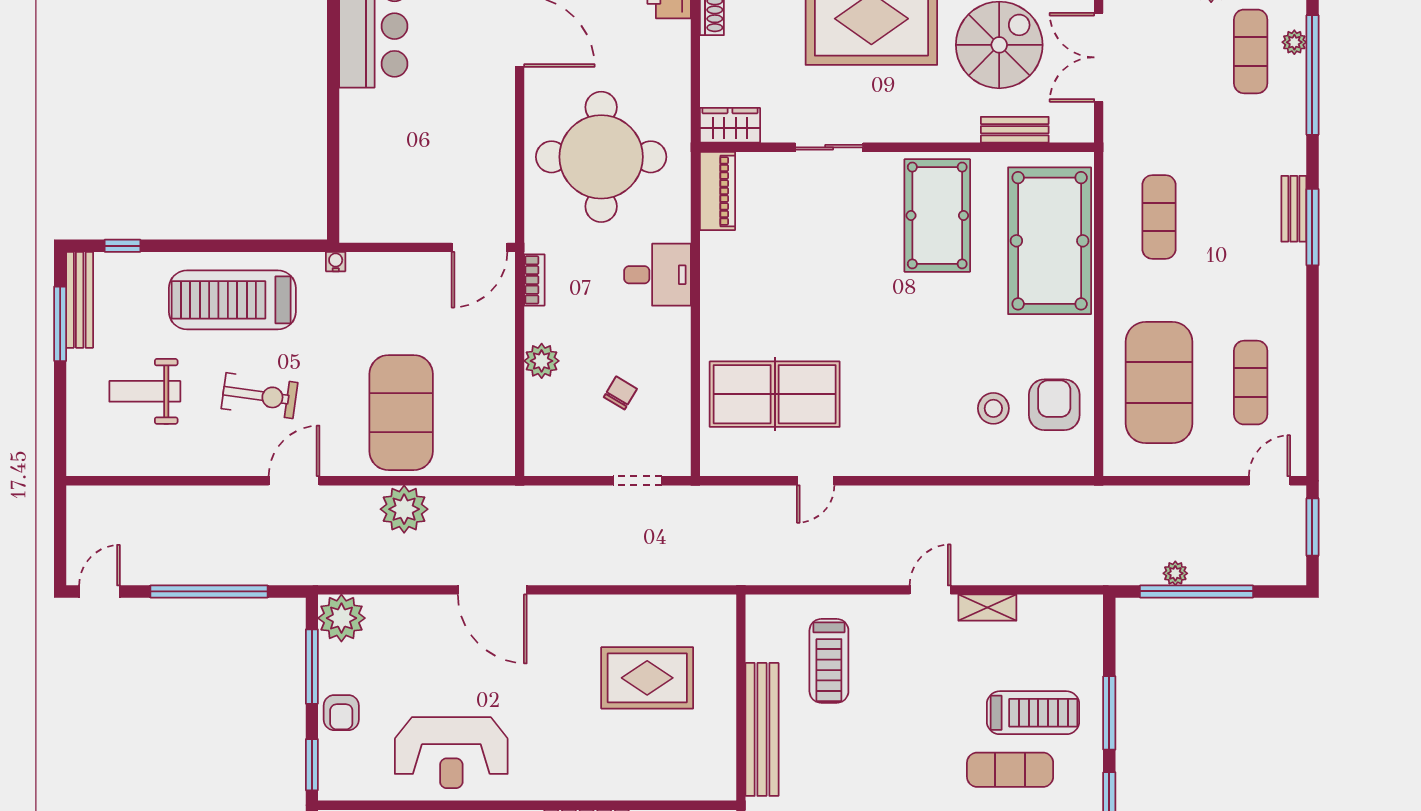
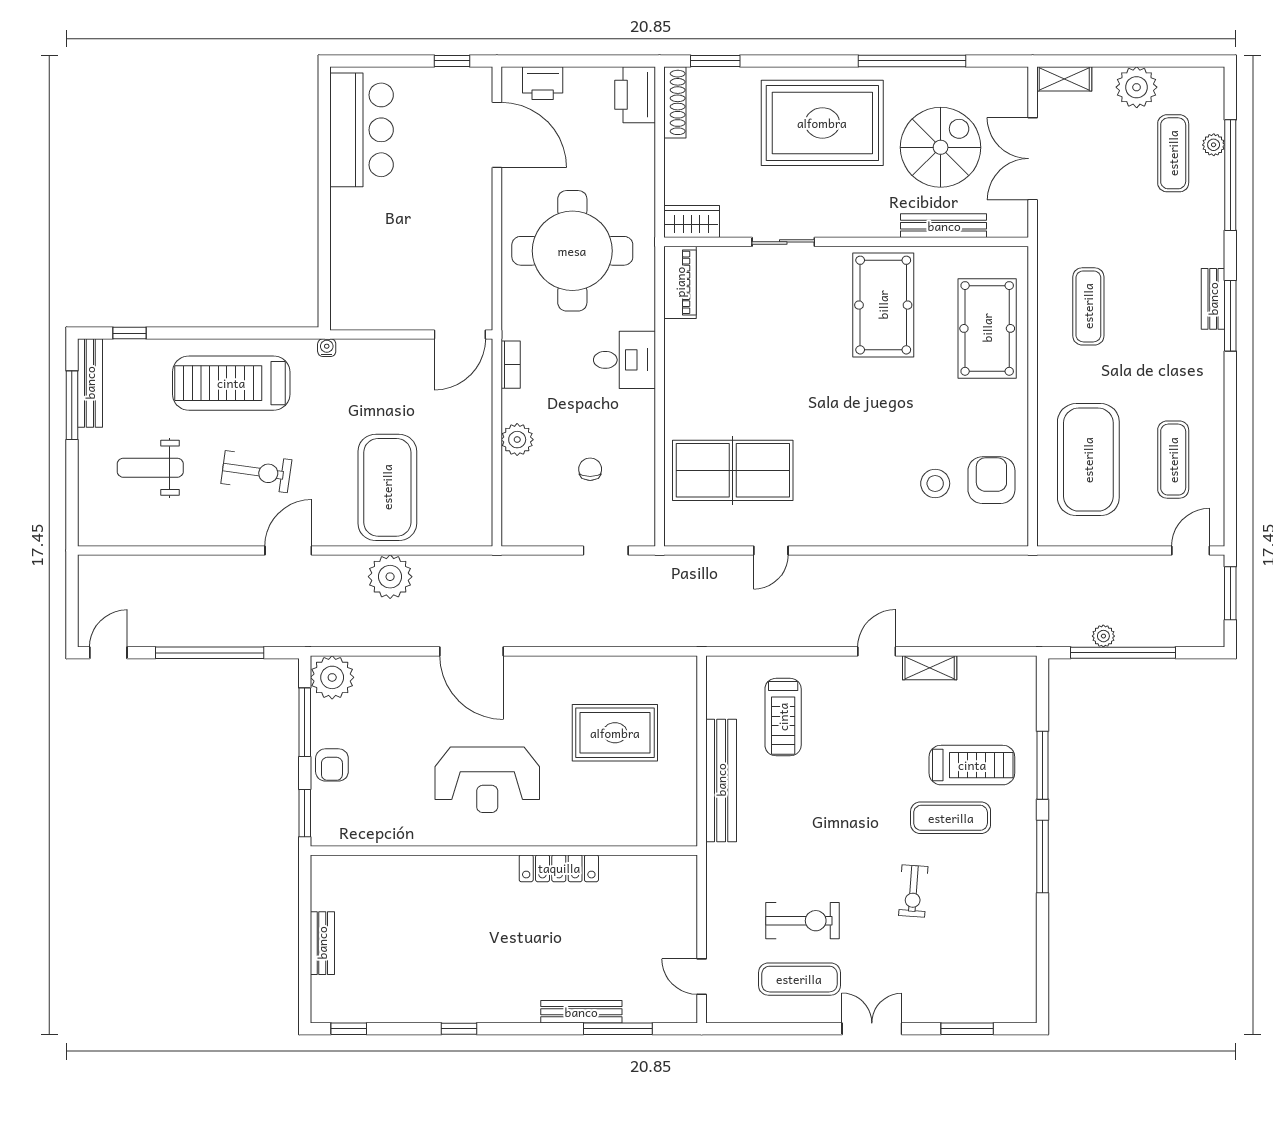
bench: (1015, 130) -> (944, 226), width x1.36
pool table: (1050, 241) -> (987, 328), width x0.73, depth x0.76
chair: (620, 393) -> (590, 469), turned -31
reception desk: (451, 753) -> (487, 780), moved

